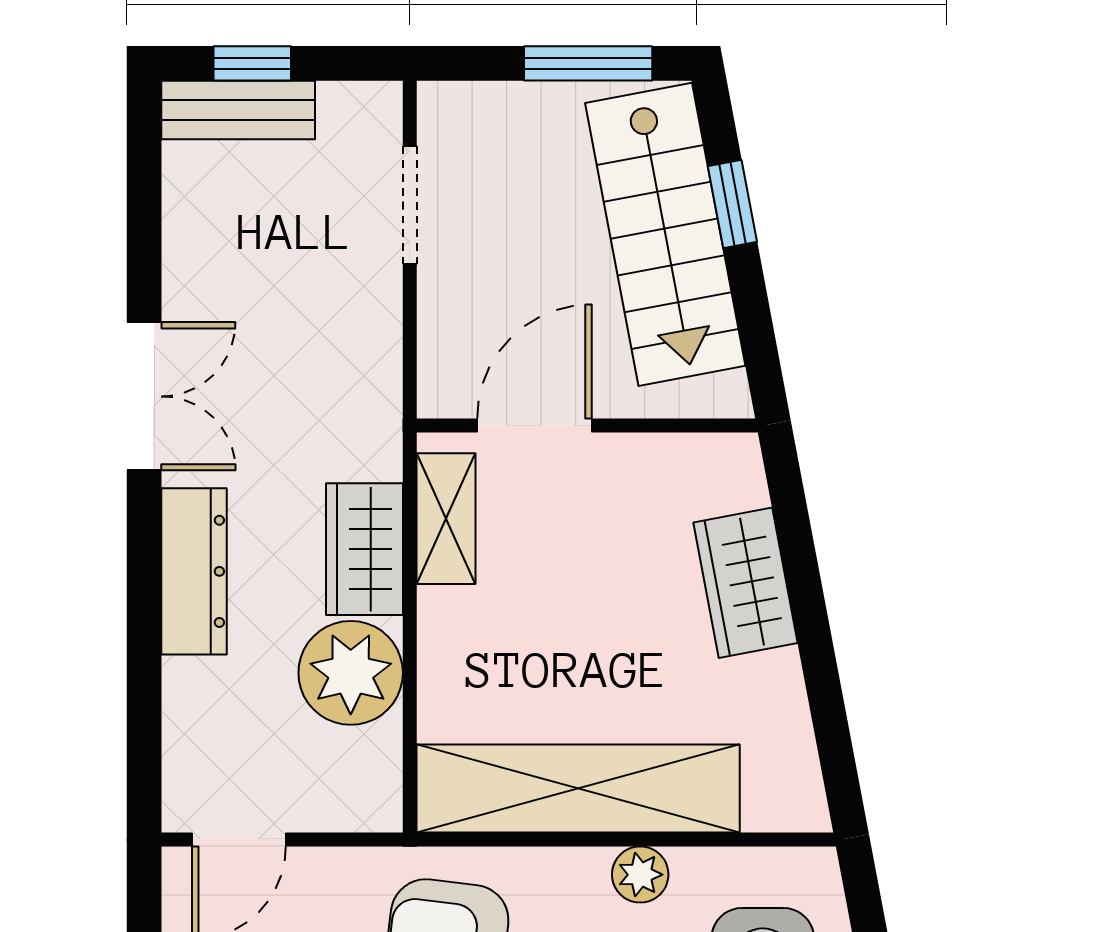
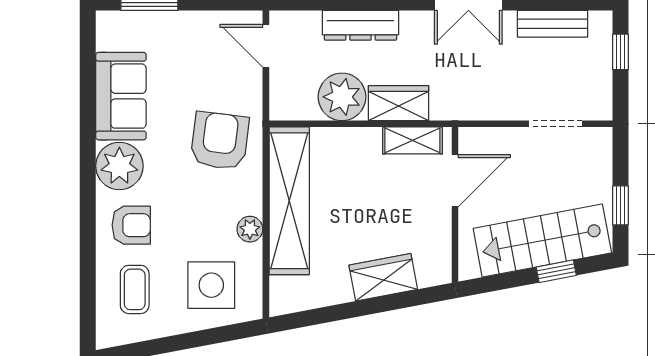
window: (588, 63) -> (620, 205), width x0.67
bench: (238, 110) -> (553, 24), moved, turned 90
door: (534, 426) -> (455, 181), hinge flipped
dresser: (194, 571) -> (360, 25), moved

